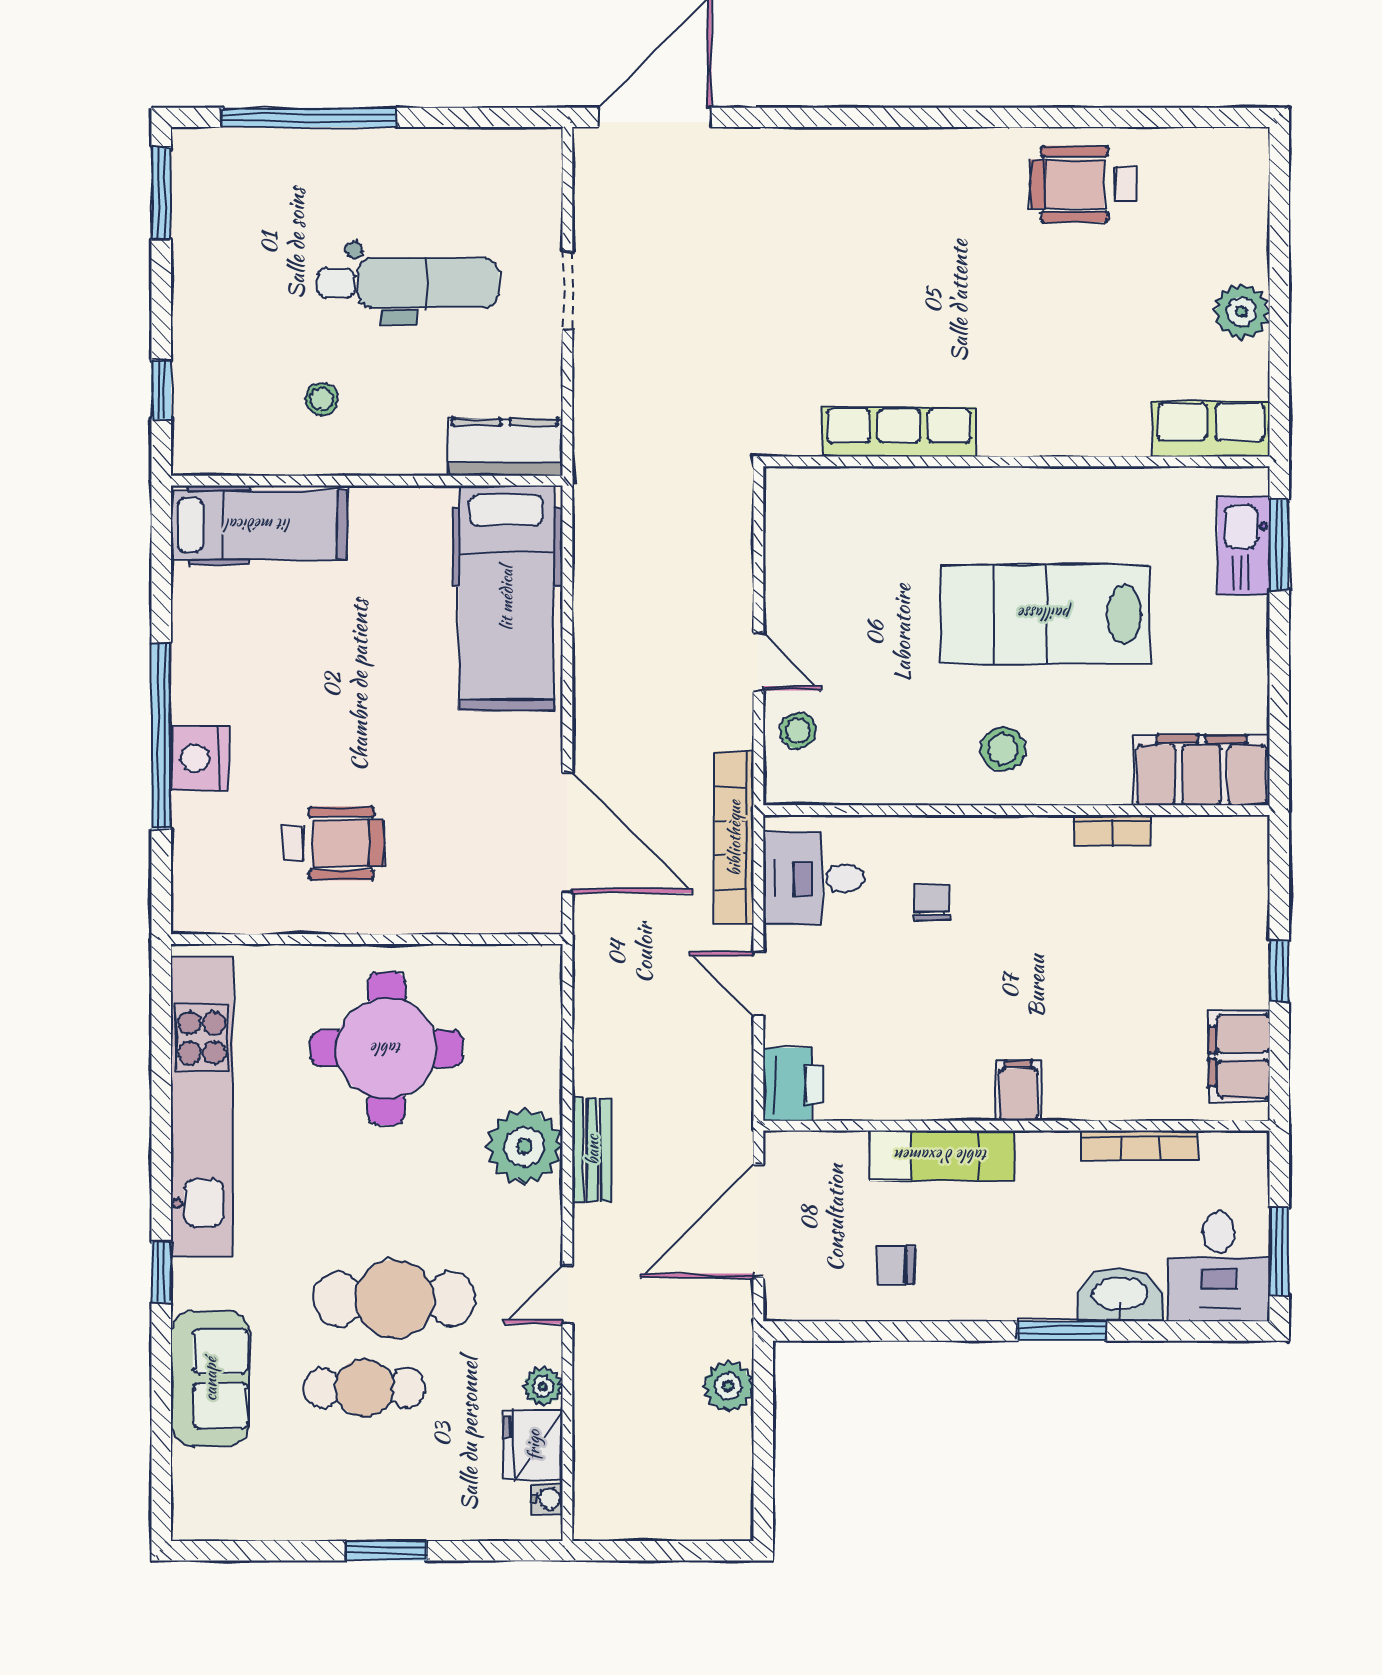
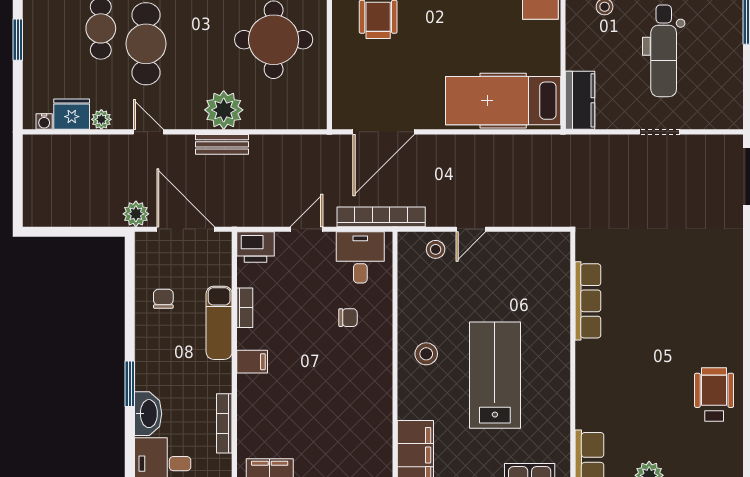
bookcase: (1112, 831) -> (245, 308), moved, turned 180
plant: (728, 1386) -> (136, 214), moved

